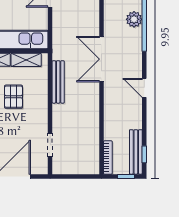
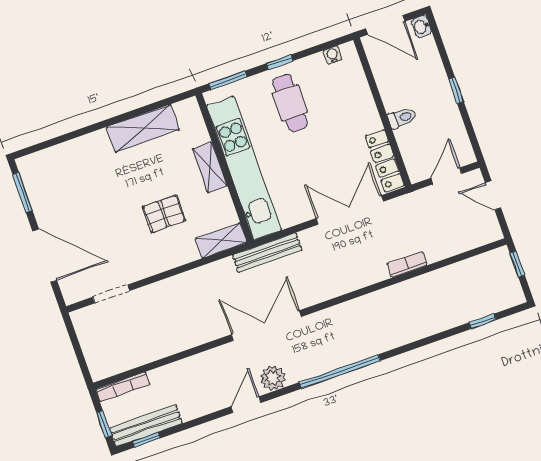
plant: (134, 19) -> (273, 378), moved
shelving: (26, 60) -> (221, 240), moved, turned 90
bench: (58, 82) -> (267, 253), moved

